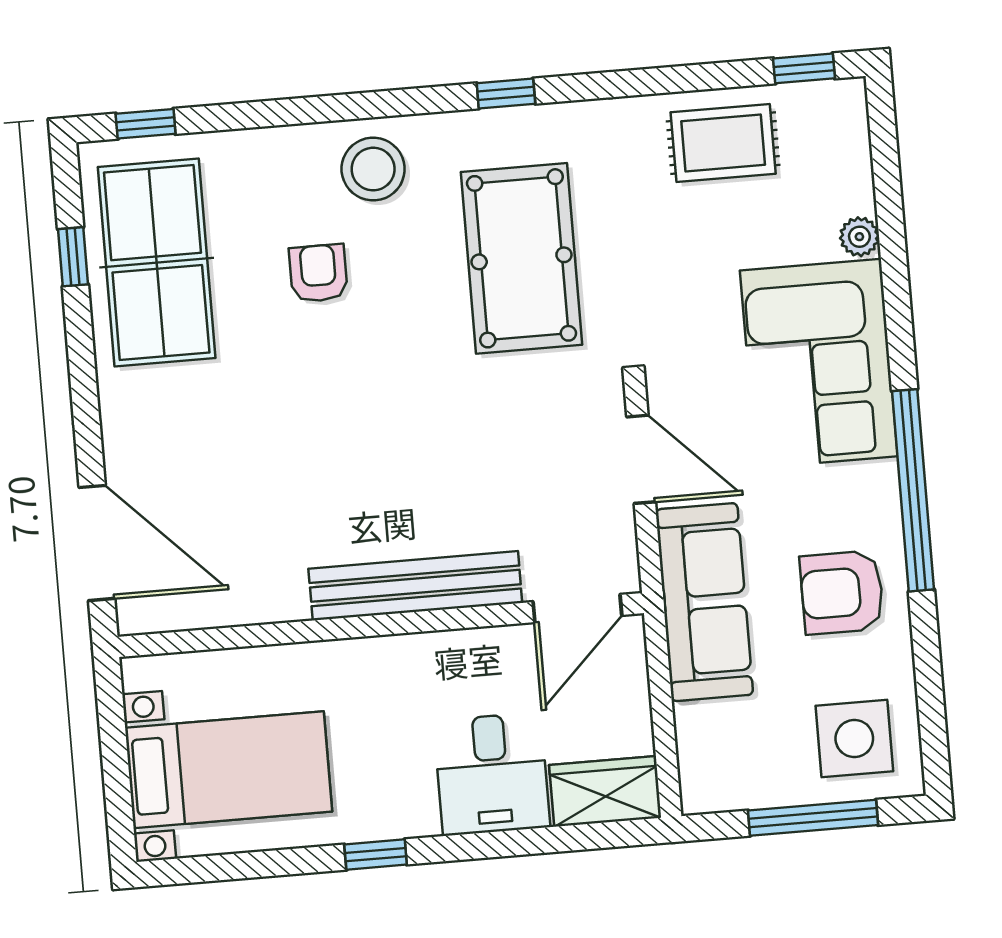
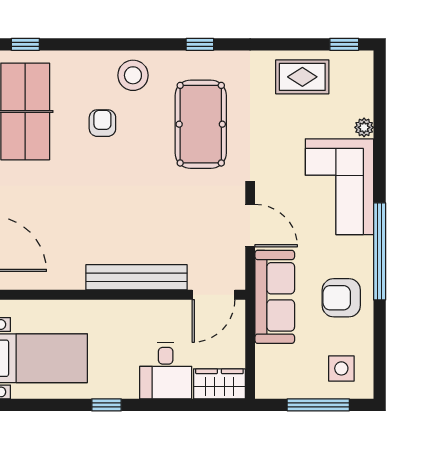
side table: (854, 738) -> (341, 368), width x0.73, depth x0.73

